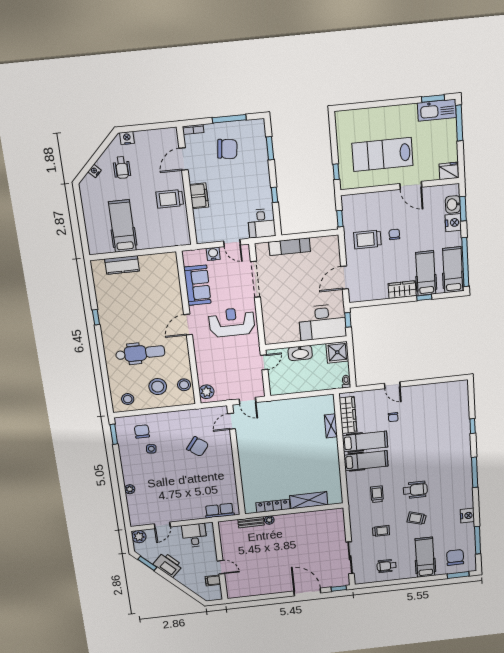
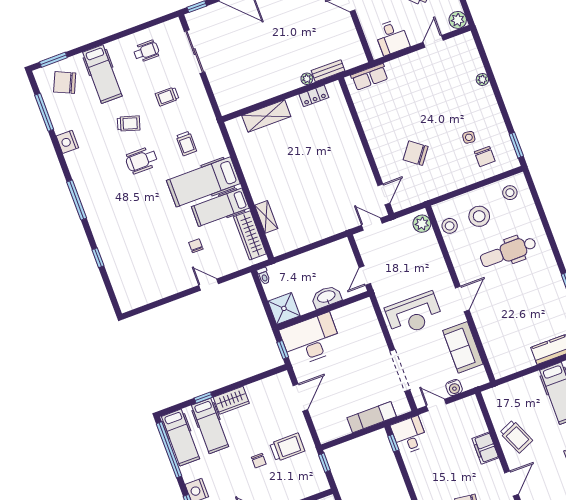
window: (275, 195) -> (393, 443), moved
trolley: (170, 199) -> (516, 436), turned 66
hospital bed: (366, 461) -> (203, 182), width x1.37, depth x1.29
locker: (273, 506) -> (314, 96), width x0.66
chair: (455, 558) -> (65, 83), turned 114

